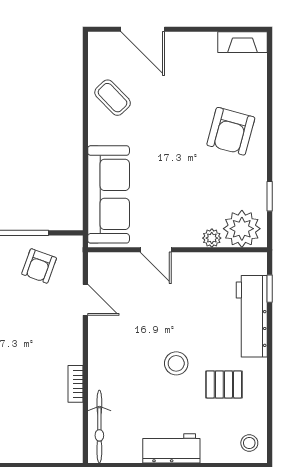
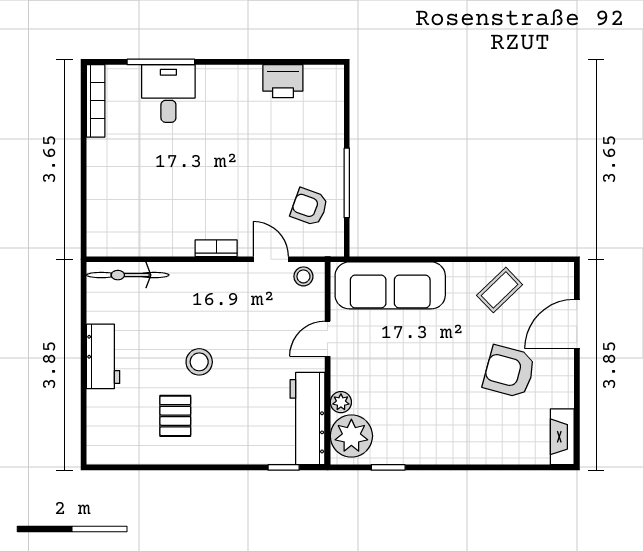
armchair: (231, 131) -> (509, 372), moved
door: (85, 300) -> (271, 259), swing flipped
workbench: (252, 316) -> (307, 419), moved, turned -90
bookcase: (76, 384) -> (216, 248), moved
stool: (249, 443) -> (303, 276), moved

